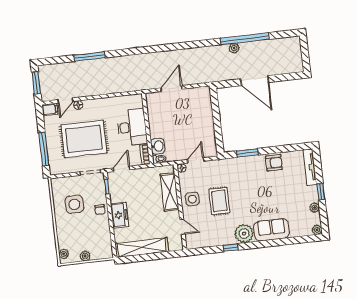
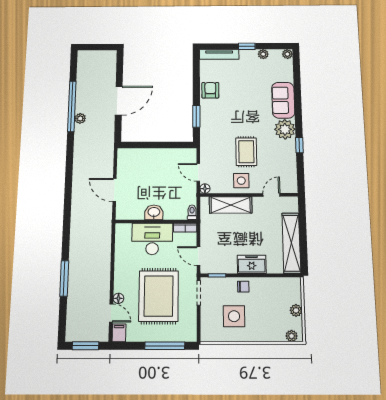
washbasin: (158, 146) -> (154, 212), moved
rug: (219, 201) -> (246, 152), turned 90

